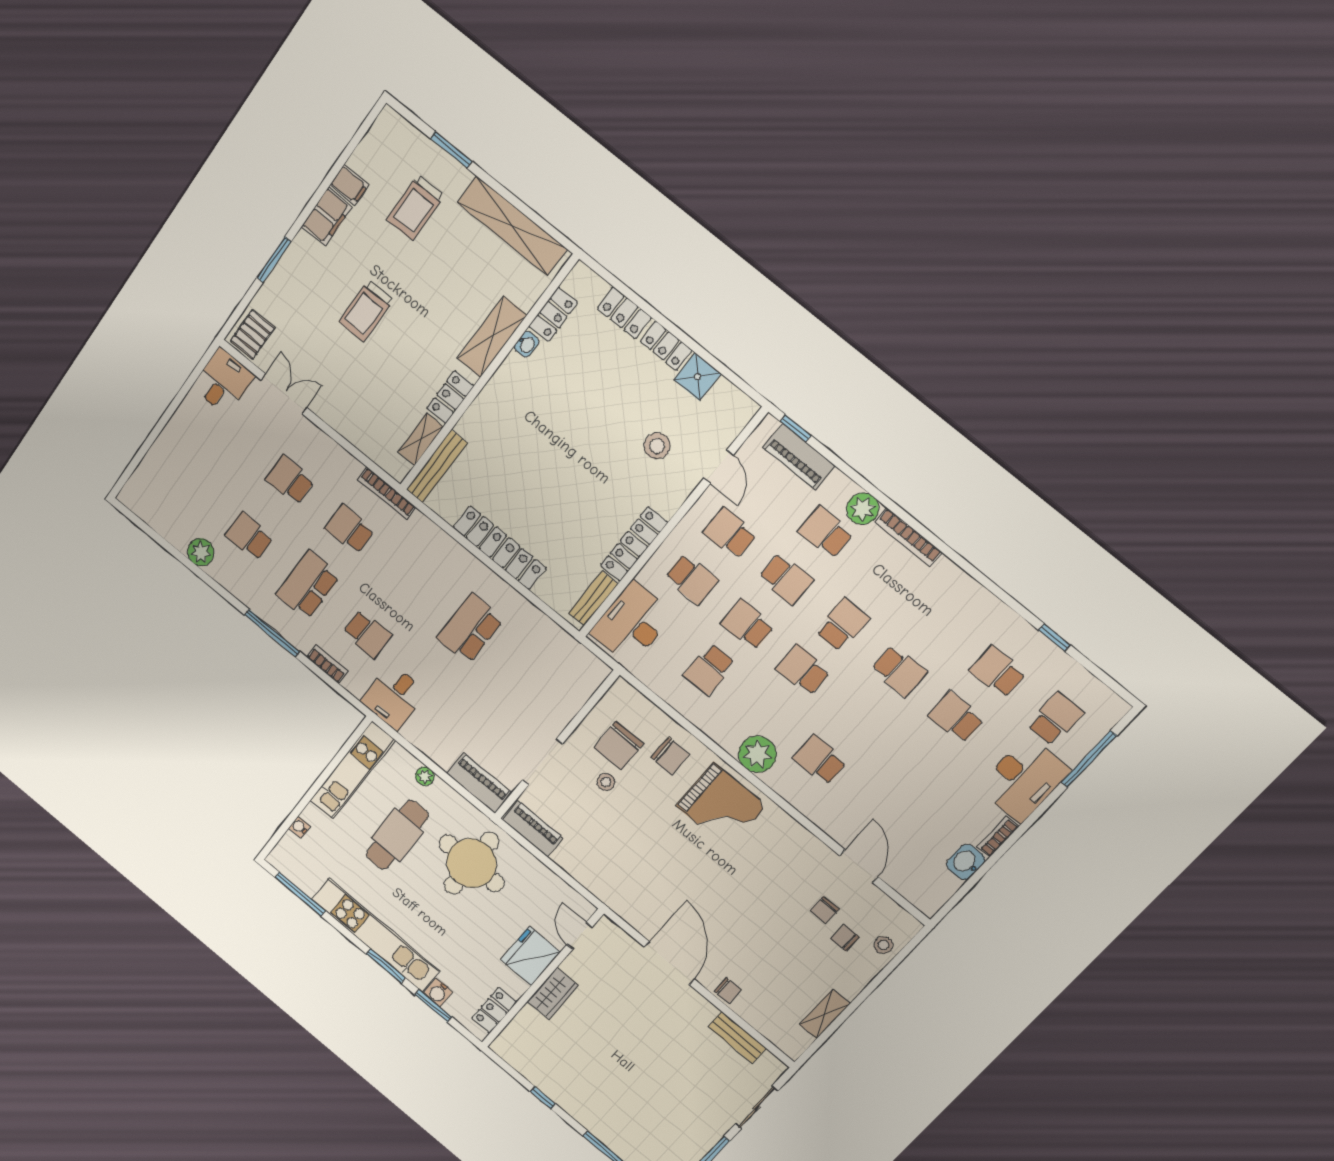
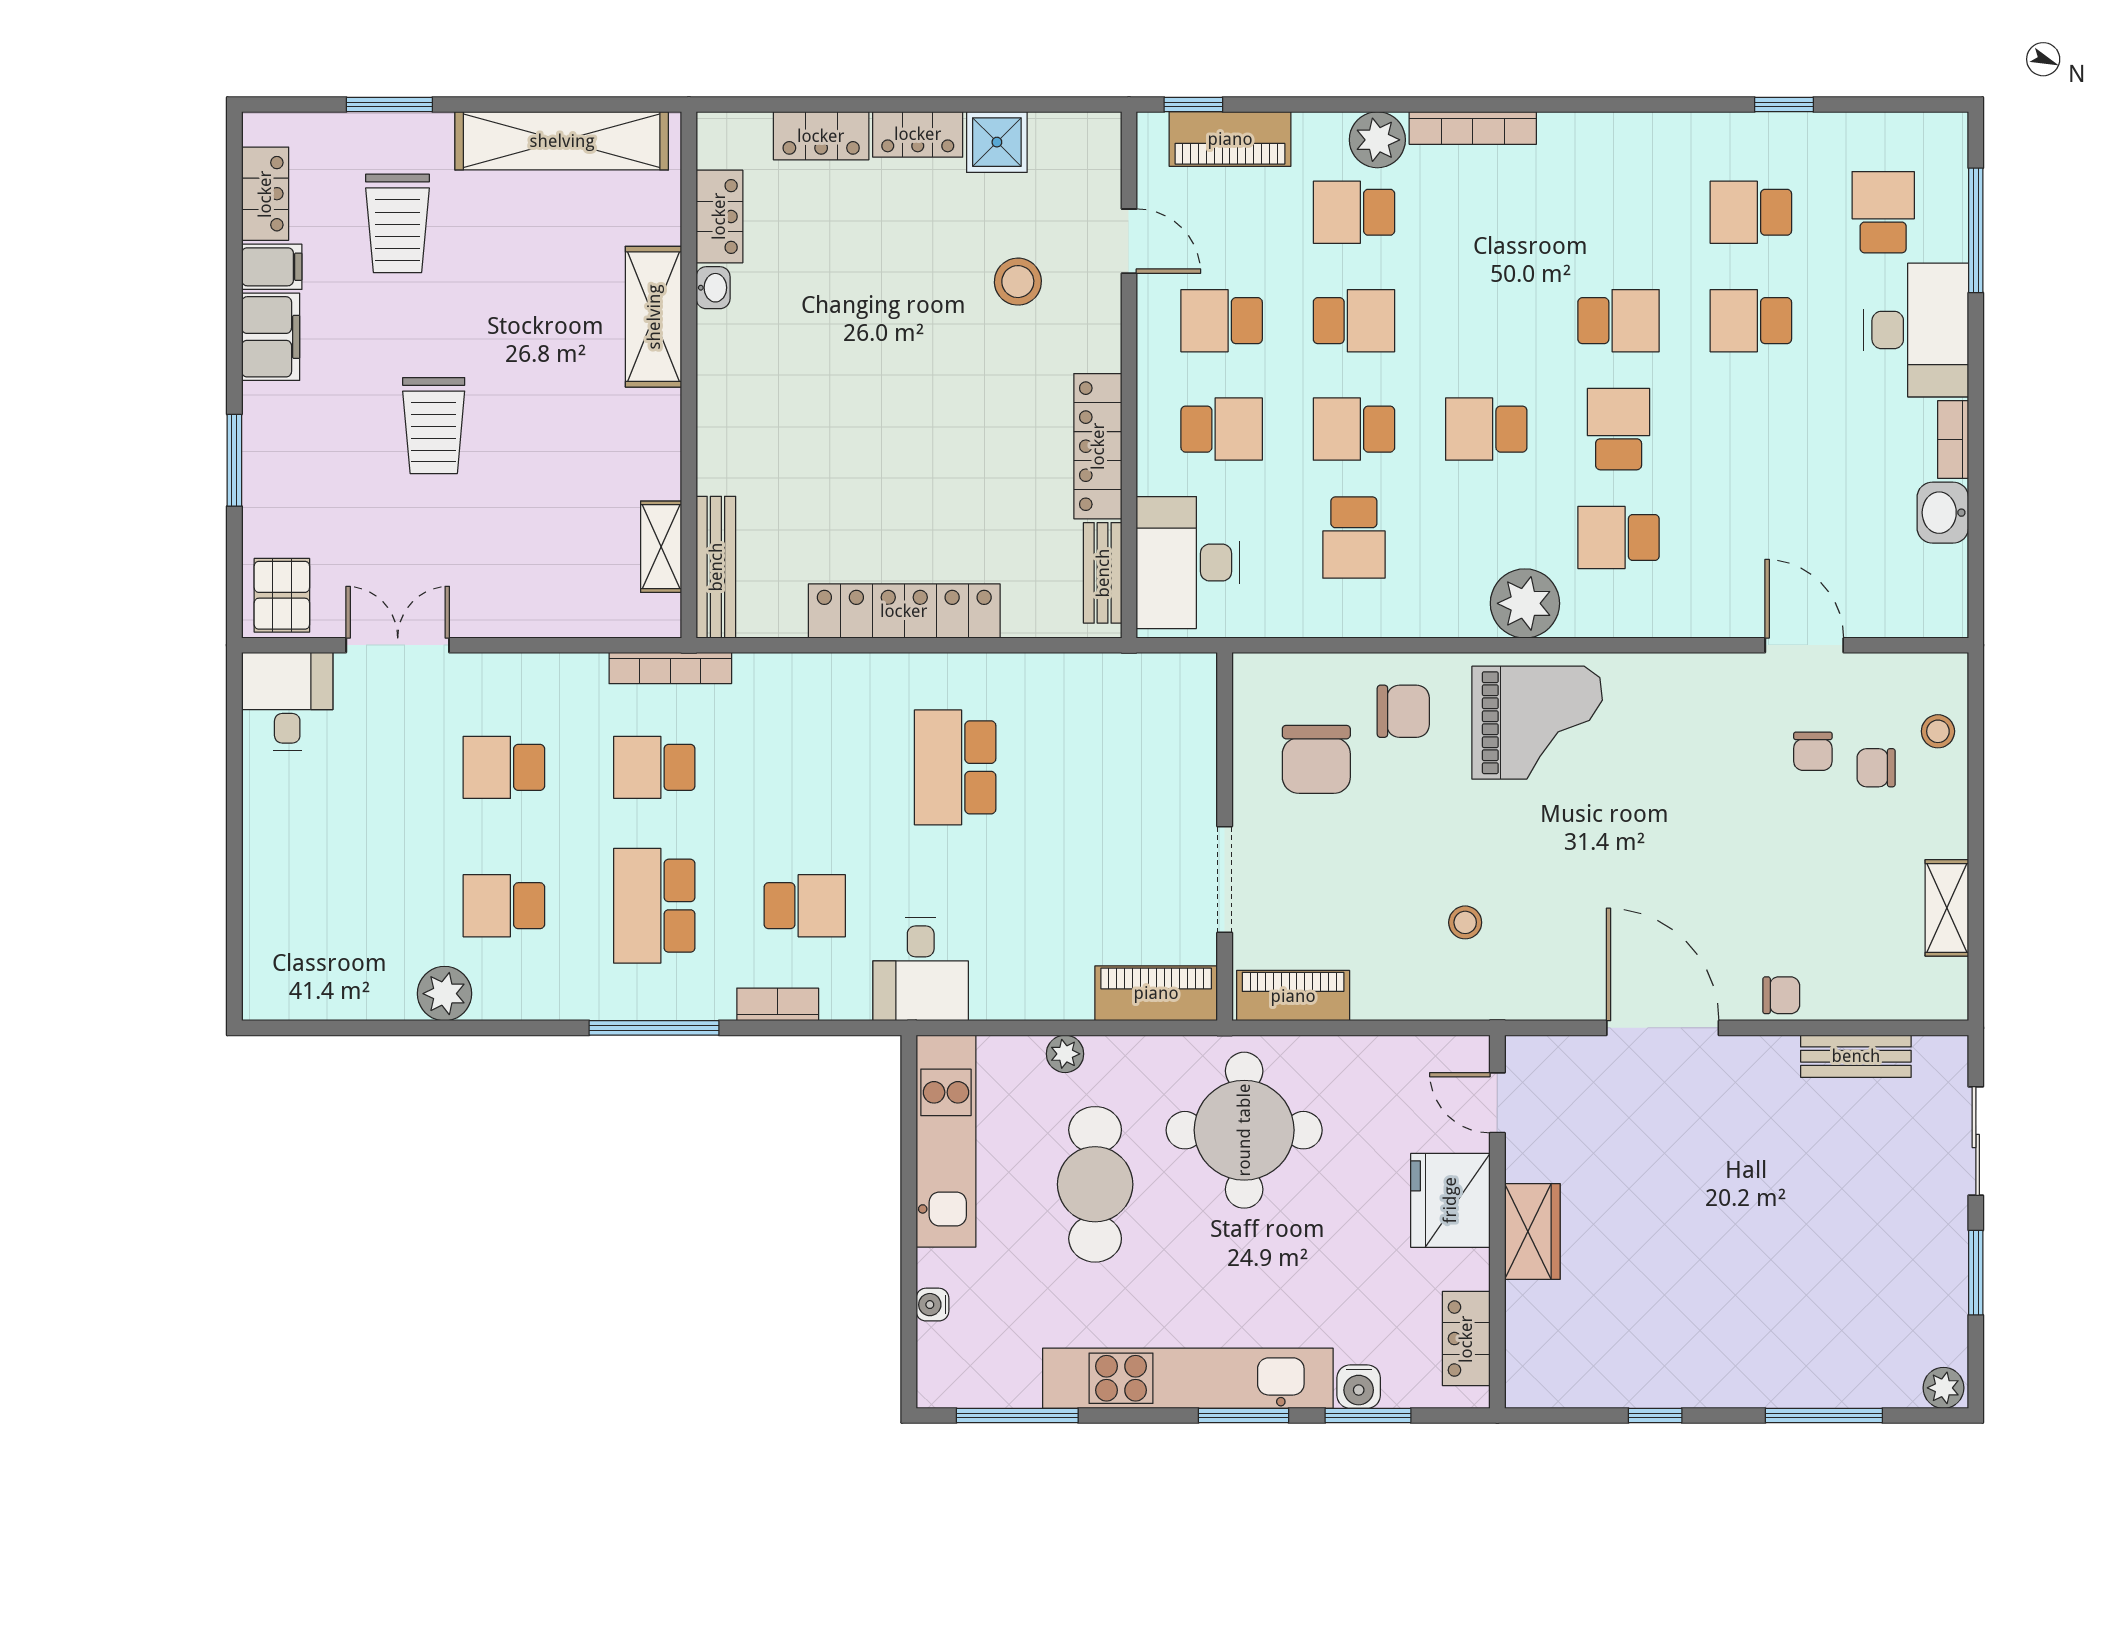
locker: (450, 397) -> (265, 194), moved, turned 180
school desk: (842, 625) -> (1619, 429), moved
stool: (606, 782) -> (1465, 922), moved

